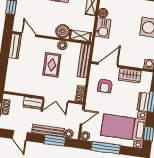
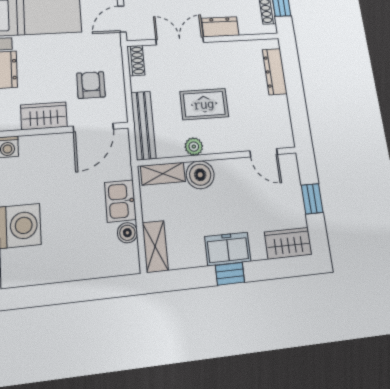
dresser: (15, 46) -> (275, 72), moved
rug: (52, 65) -> (204, 104), turned 90

